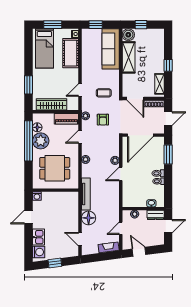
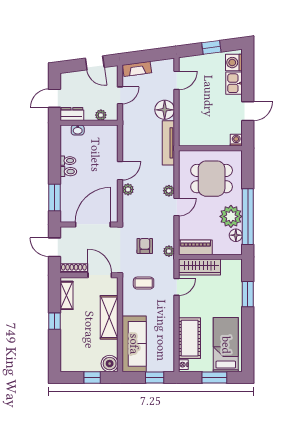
shelving: (129, 57) -> (109, 317), moved
wardrobe: (52, 104) -> (200, 267), moved
door: (168, 119) -> (54, 247), hinge flipped
door: (80, 137) -> (177, 207), moved
door: (80, 239) -> (177, 80), hinge flipped

